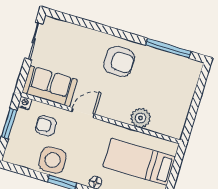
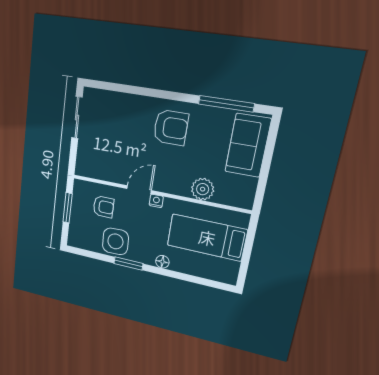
sofa: (50, 86) -> (248, 145), moved, turned -90
nightstand: (25, 103) -> (156, 201), moved
armchair: (46, 126) -> (103, 207), turned 180

